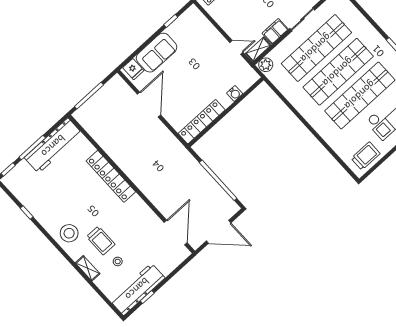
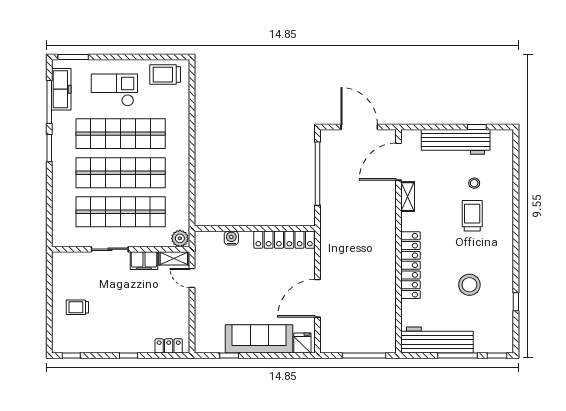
sofa: (157, 53) -> (259, 339), width x1.36
stool: (69, 233) -> (469, 285), moved
shelving: (88, 268) -> (408, 197), moved
workbench: (137, 289) -> (456, 142), moved

